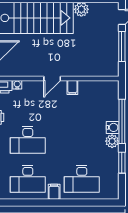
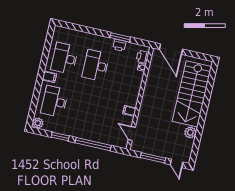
door: (52, 78) -> (132, 133), moved
water cooler: (113, 127) -> (90, 136), removed
plant: (112, 141) -> (38, 123), moved

